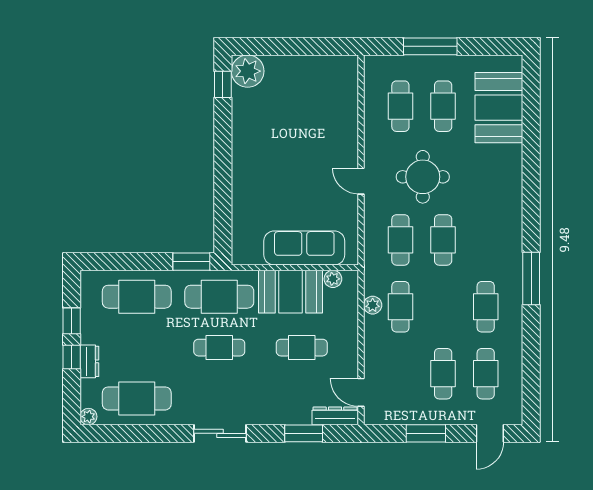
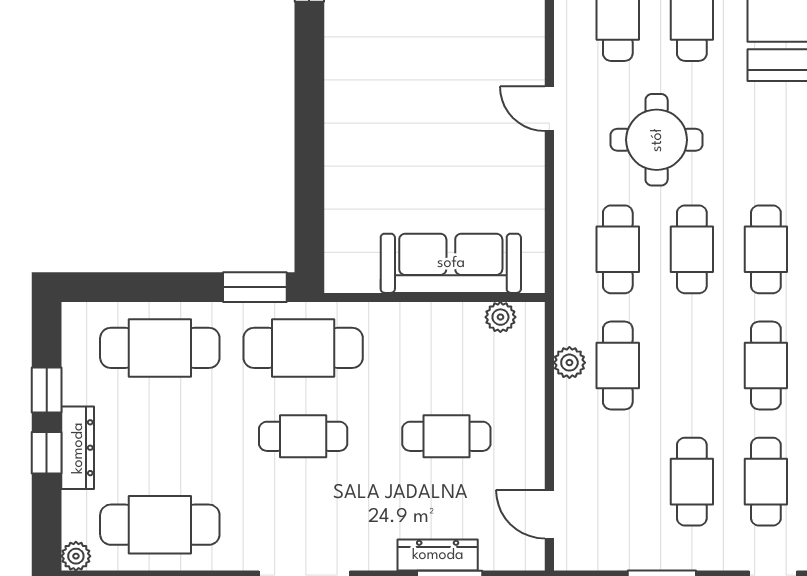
door: (361, 181) -> (549, 109), moved
cafe table: (486, 240) -> (766, 249), added
booth: (291, 292) -> (427, 339), removed
dresser: (89, 361) -> (78, 448), width x1.44
dresser: (335, 416) -> (438, 555), moved

